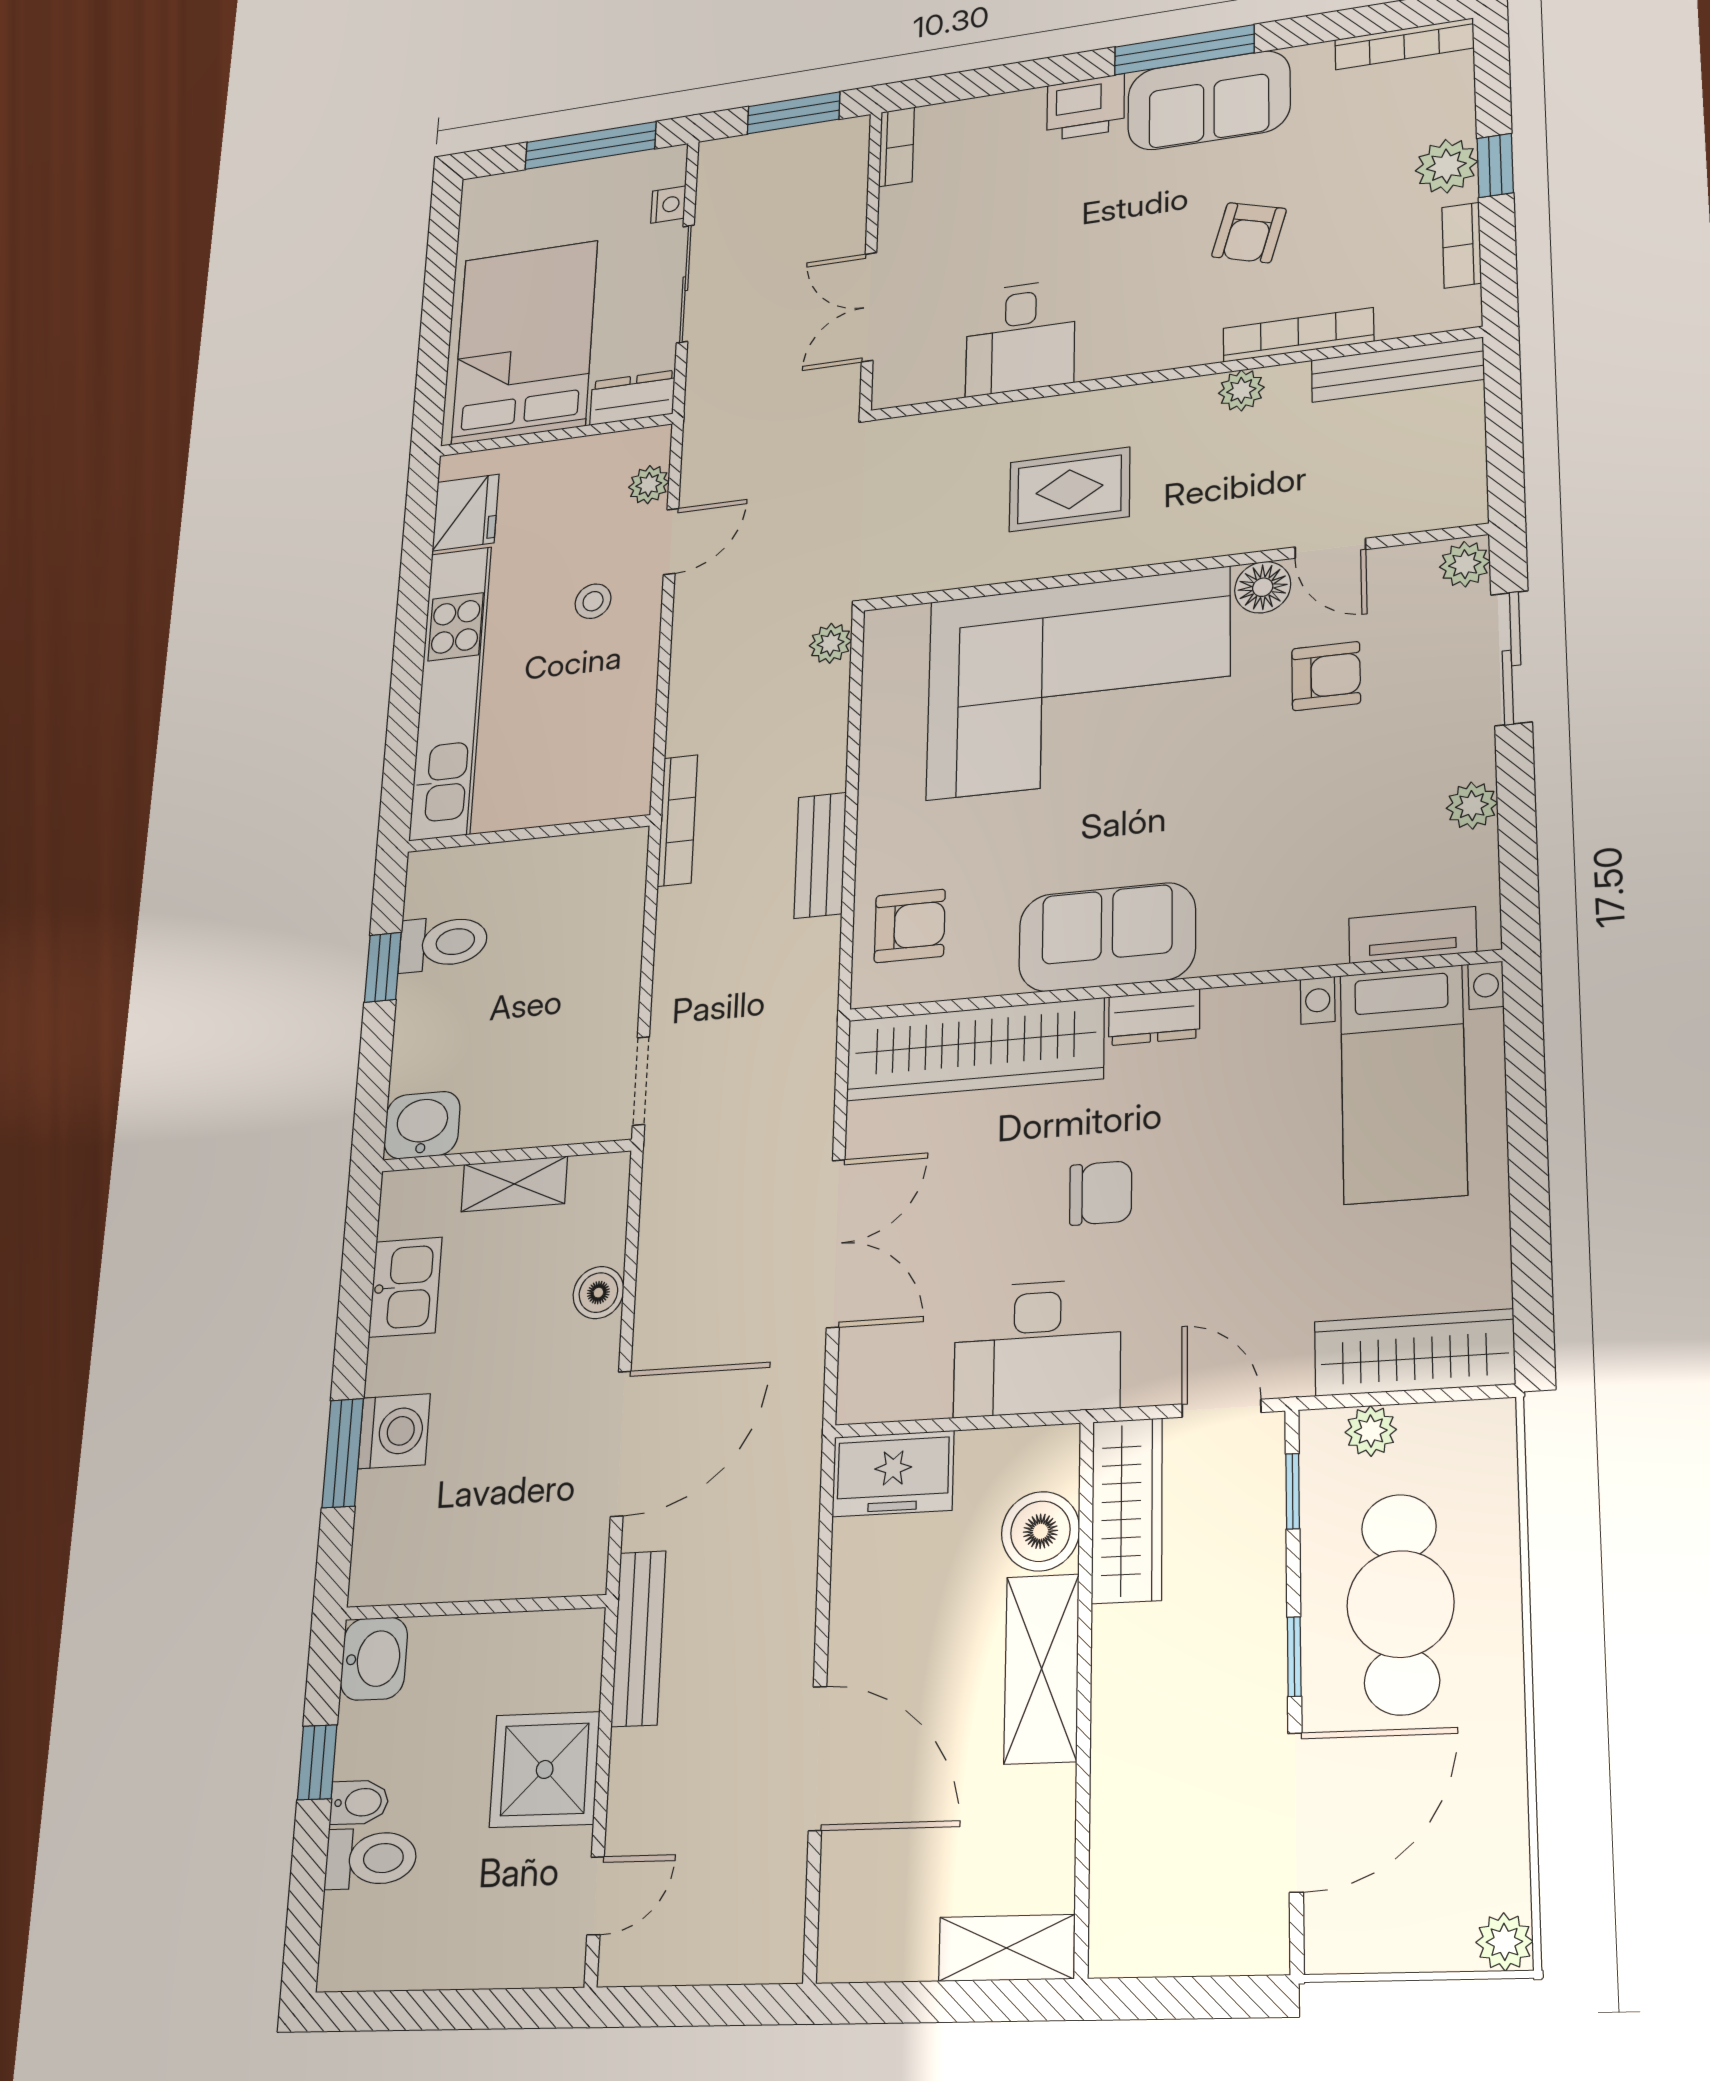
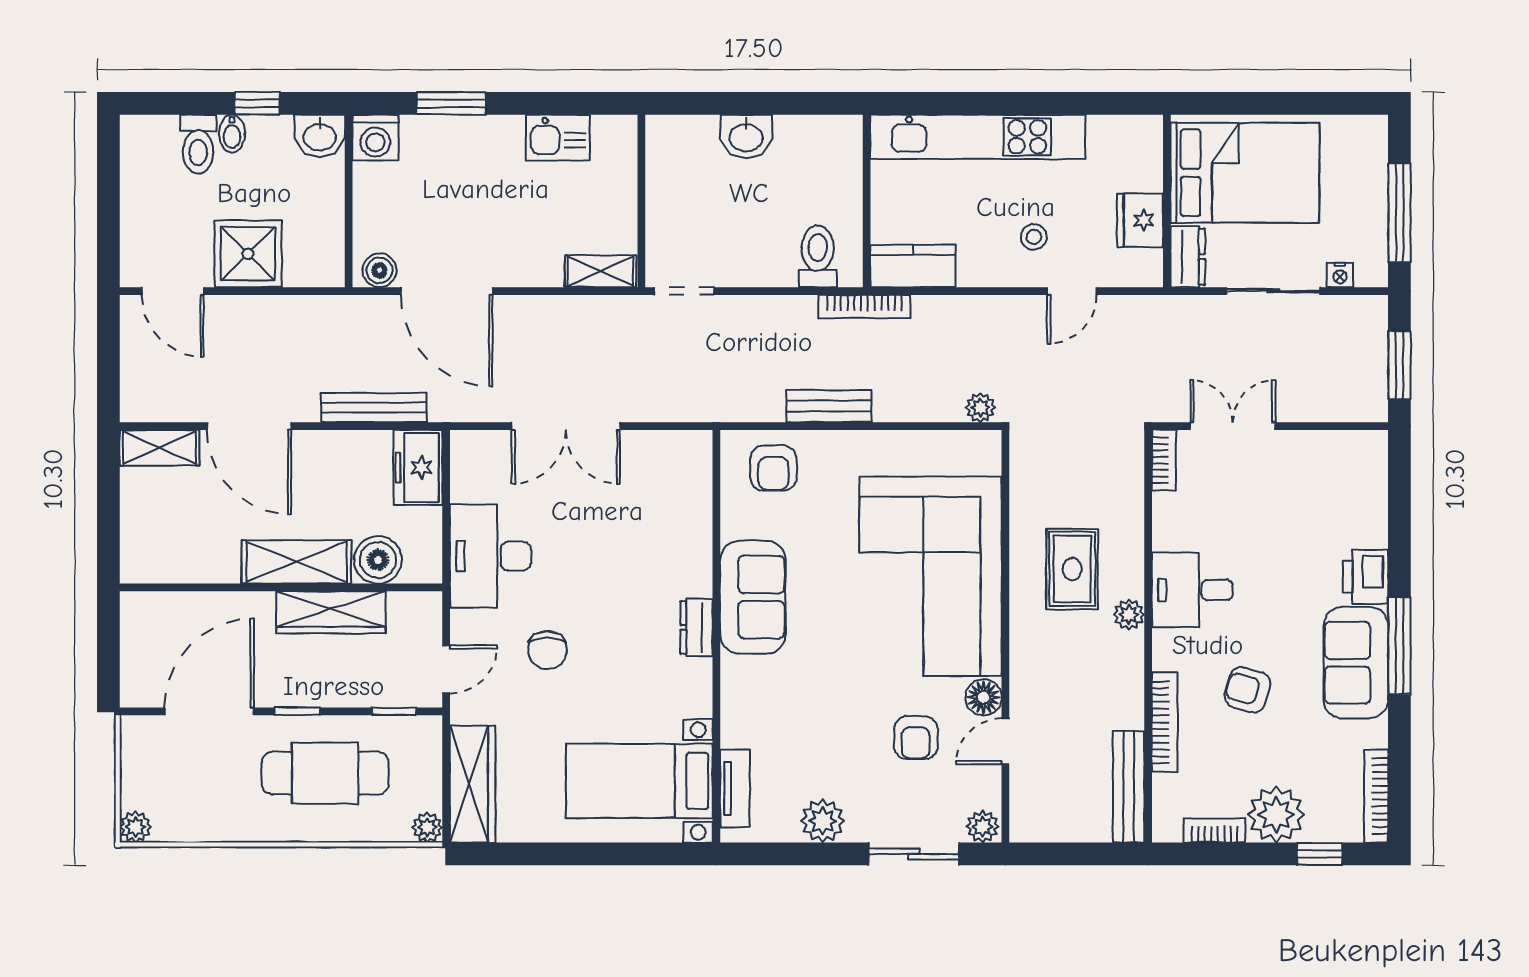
bookcase: (897, 147) -> (1164, 460), moved, turned -90
plant: (1446, 166) -> (1276, 815), width x1.36, depth x1.36
window: (1495, 166) -> (1320, 854), moved
desk: (1020, 337) -> (1192, 590), moved
plant: (1241, 390) -> (1129, 615), moved
plant: (649, 485) -> (1118, 272), removed
fridge: (466, 513) -> (1140, 220), moved, turned 90
door: (671, 542) -> (1072, 291), hinge flipped
kitchen counter: (624, 759) -> (913, 266), added
plant: (1472, 806) -> (823, 821), width x1.38, depth x1.38
toilet: (443, 943) -> (818, 256), moved, turned 180
window: (383, 967) -> (781, 103), removed
wardrobe: (975, 1049) -> (686, 513), removed
washbasin: (422, 1125) -> (746, 137), moved, turned 90
shelving: (514, 1184) -> (601, 271), moved, turned 90
chair: (1101, 1193) -> (547, 650), moved
boiler: (598, 1293) -> (379, 270), moved
washing machine: (394, 1431) -> (375, 138), moved
plant: (1371, 1431) -> (427, 827), moved
wardrobe: (1127, 1510) -> (331, 612), moved
bench: (639, 1638) -> (374, 408), moved
door: (817, 1758) -> (249, 426), hinge flipped
door: (1296, 1812) -> (209, 711), swing flipped
door: (596, 1896) -> (173, 291), width x1.38
shelving: (1007, 1948) -> (160, 448), moved, turned 90

